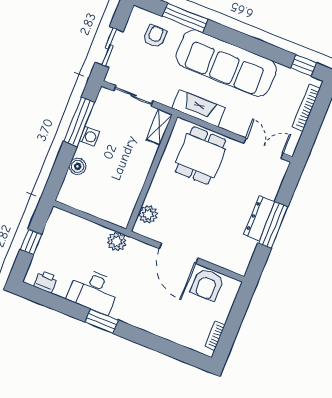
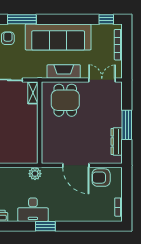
fireplace: (198, 108) -> (64, 71), moved
plant: (148, 214) -> (48, 149), removed
dresser: (259, 218) -> (117, 142), moved
armchair: (207, 284) -> (101, 178), turned 90

